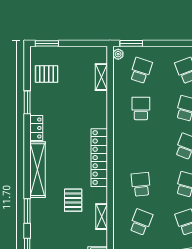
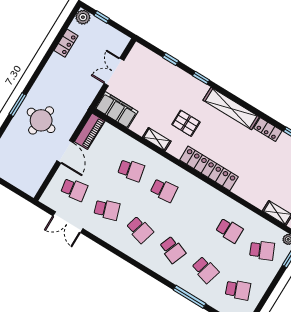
school desk: (141, 71) -> (262, 250), turned -42
window: (27, 211) -> (201, 78), width x0.67
school desk: (141, 222) -> (131, 170), turned -33

